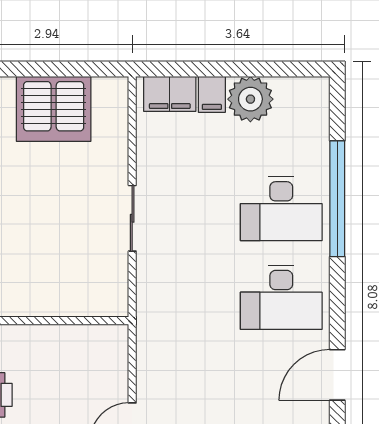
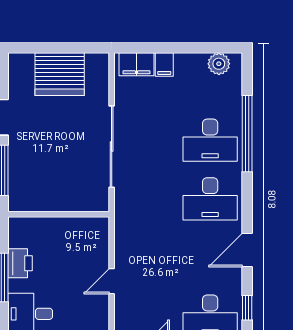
plant: (250, 99) -> (219, 64), moved, width x0.73, depth x0.73
sliding door: (132, 218) -> (112, 147), width x1.86

